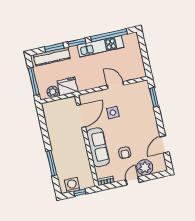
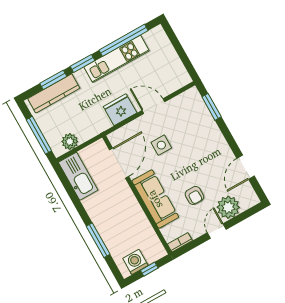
fridge: (68, 86) -> (120, 110), moved
kitchen sink: (51, 117) -> (78, 176), added

